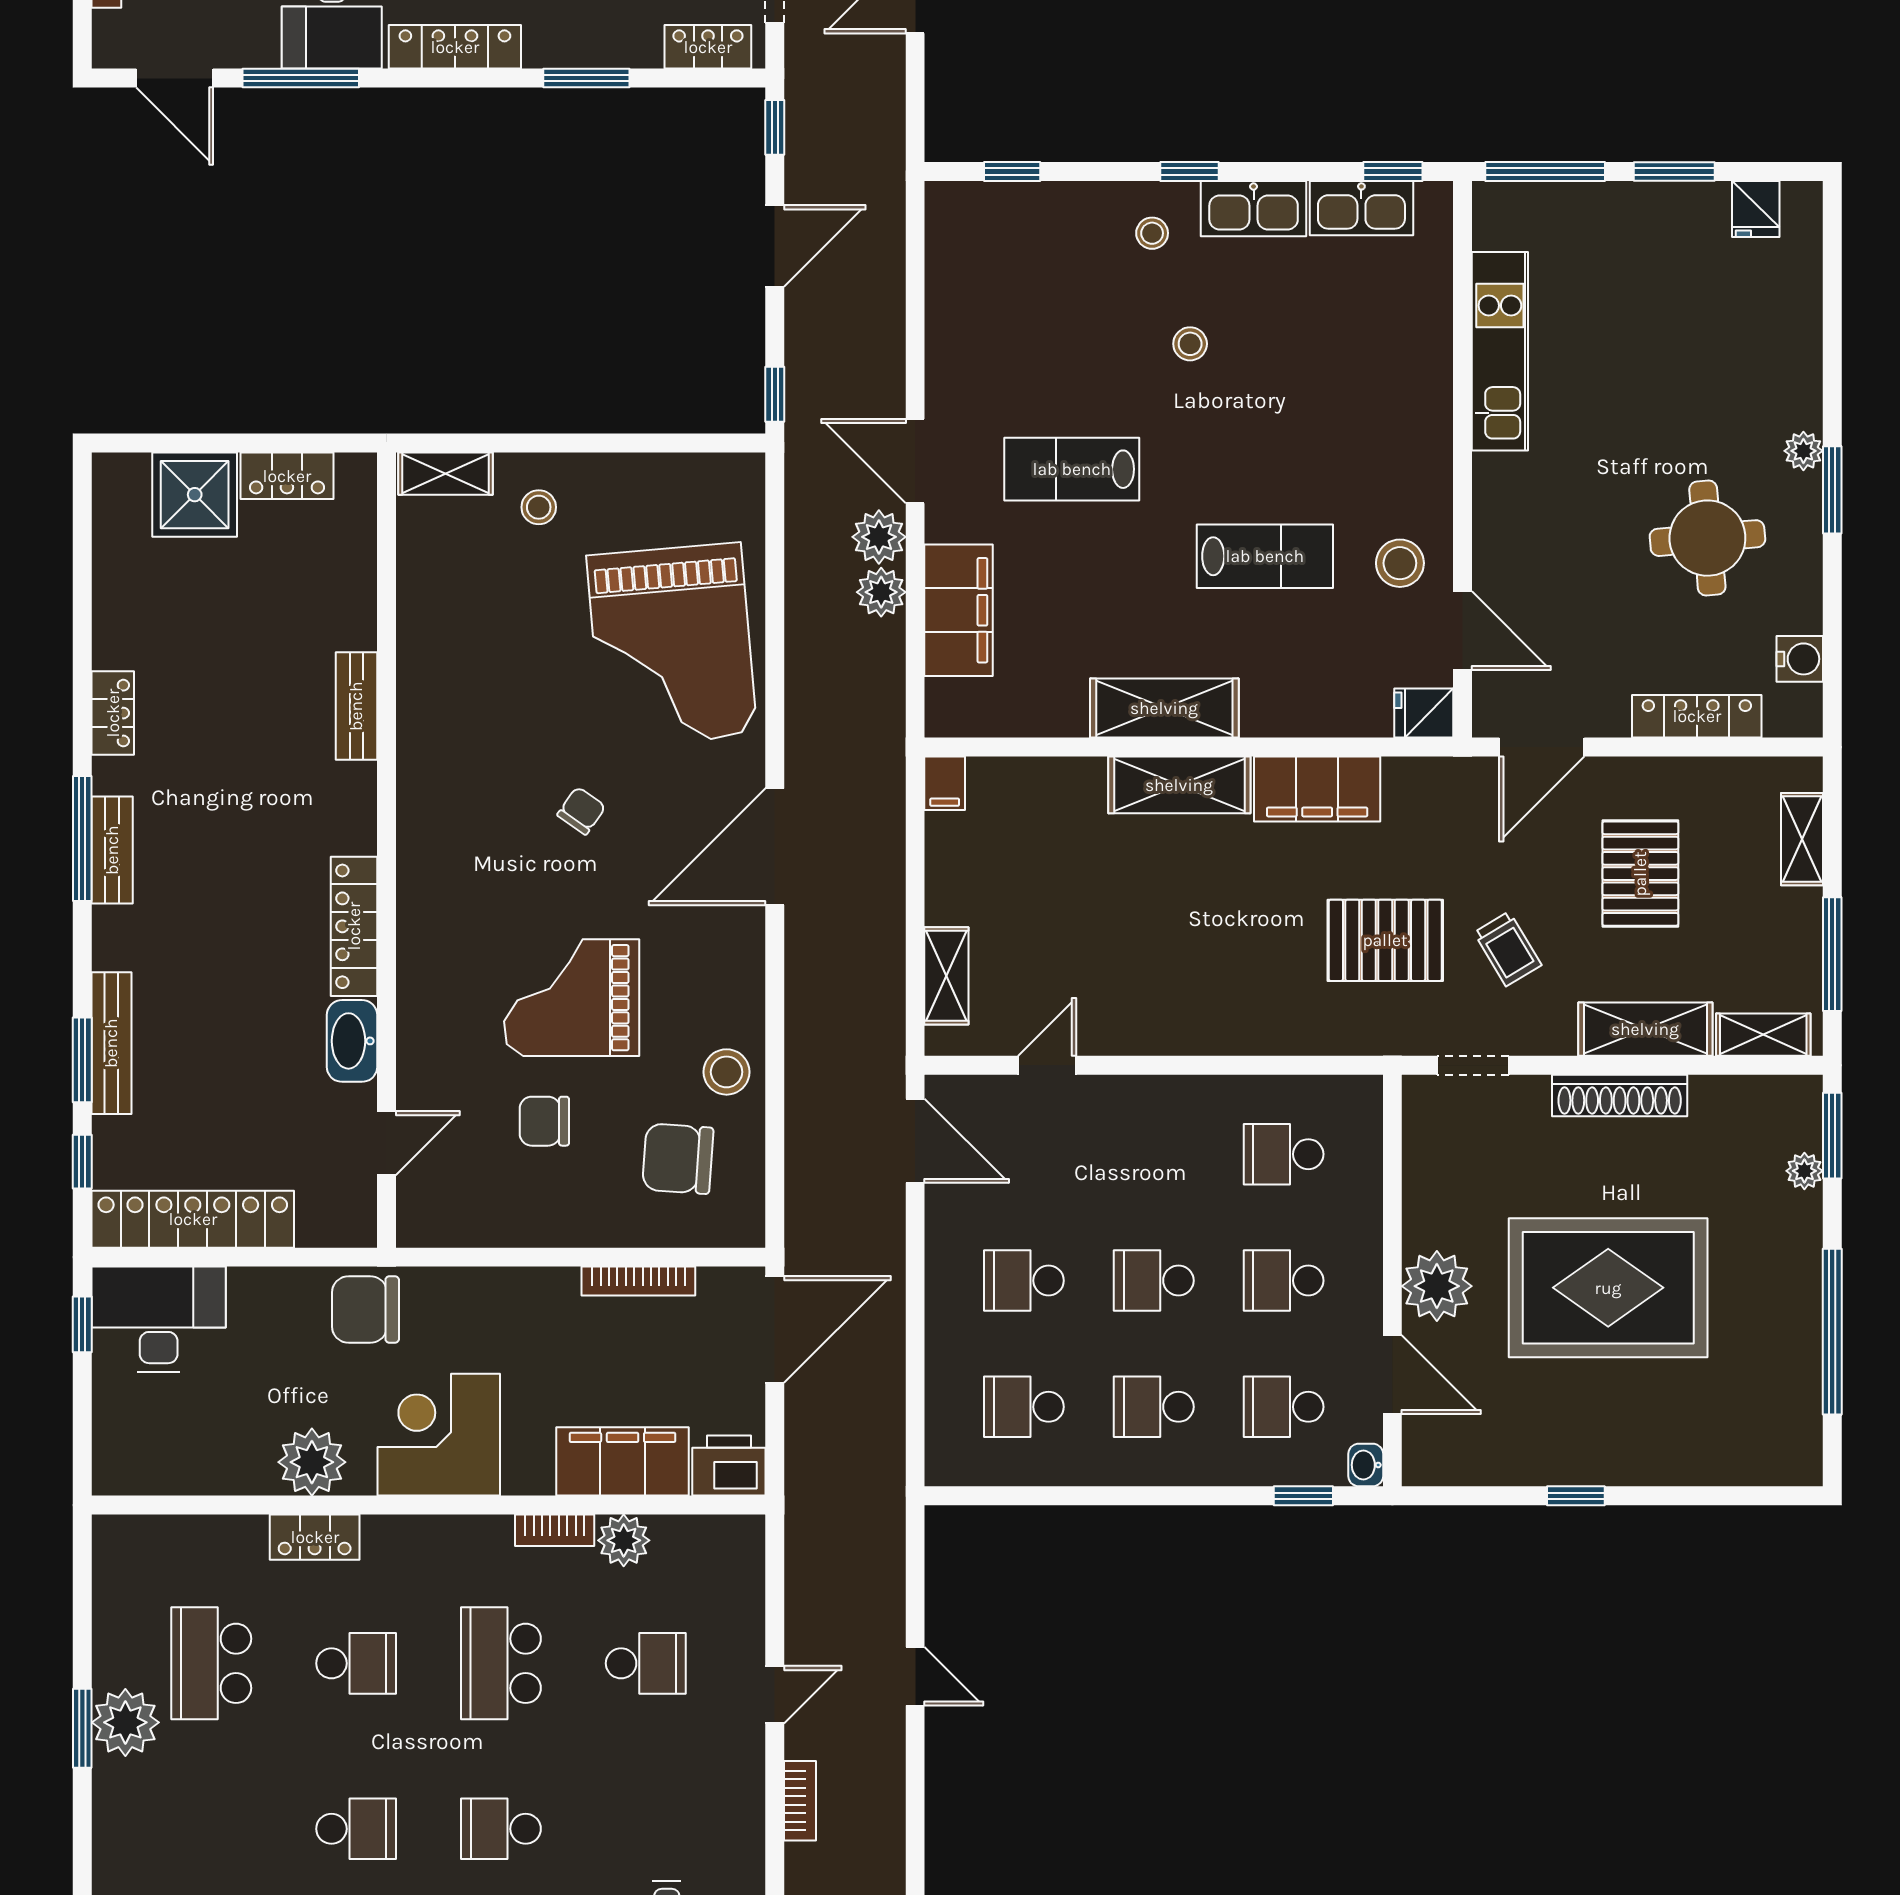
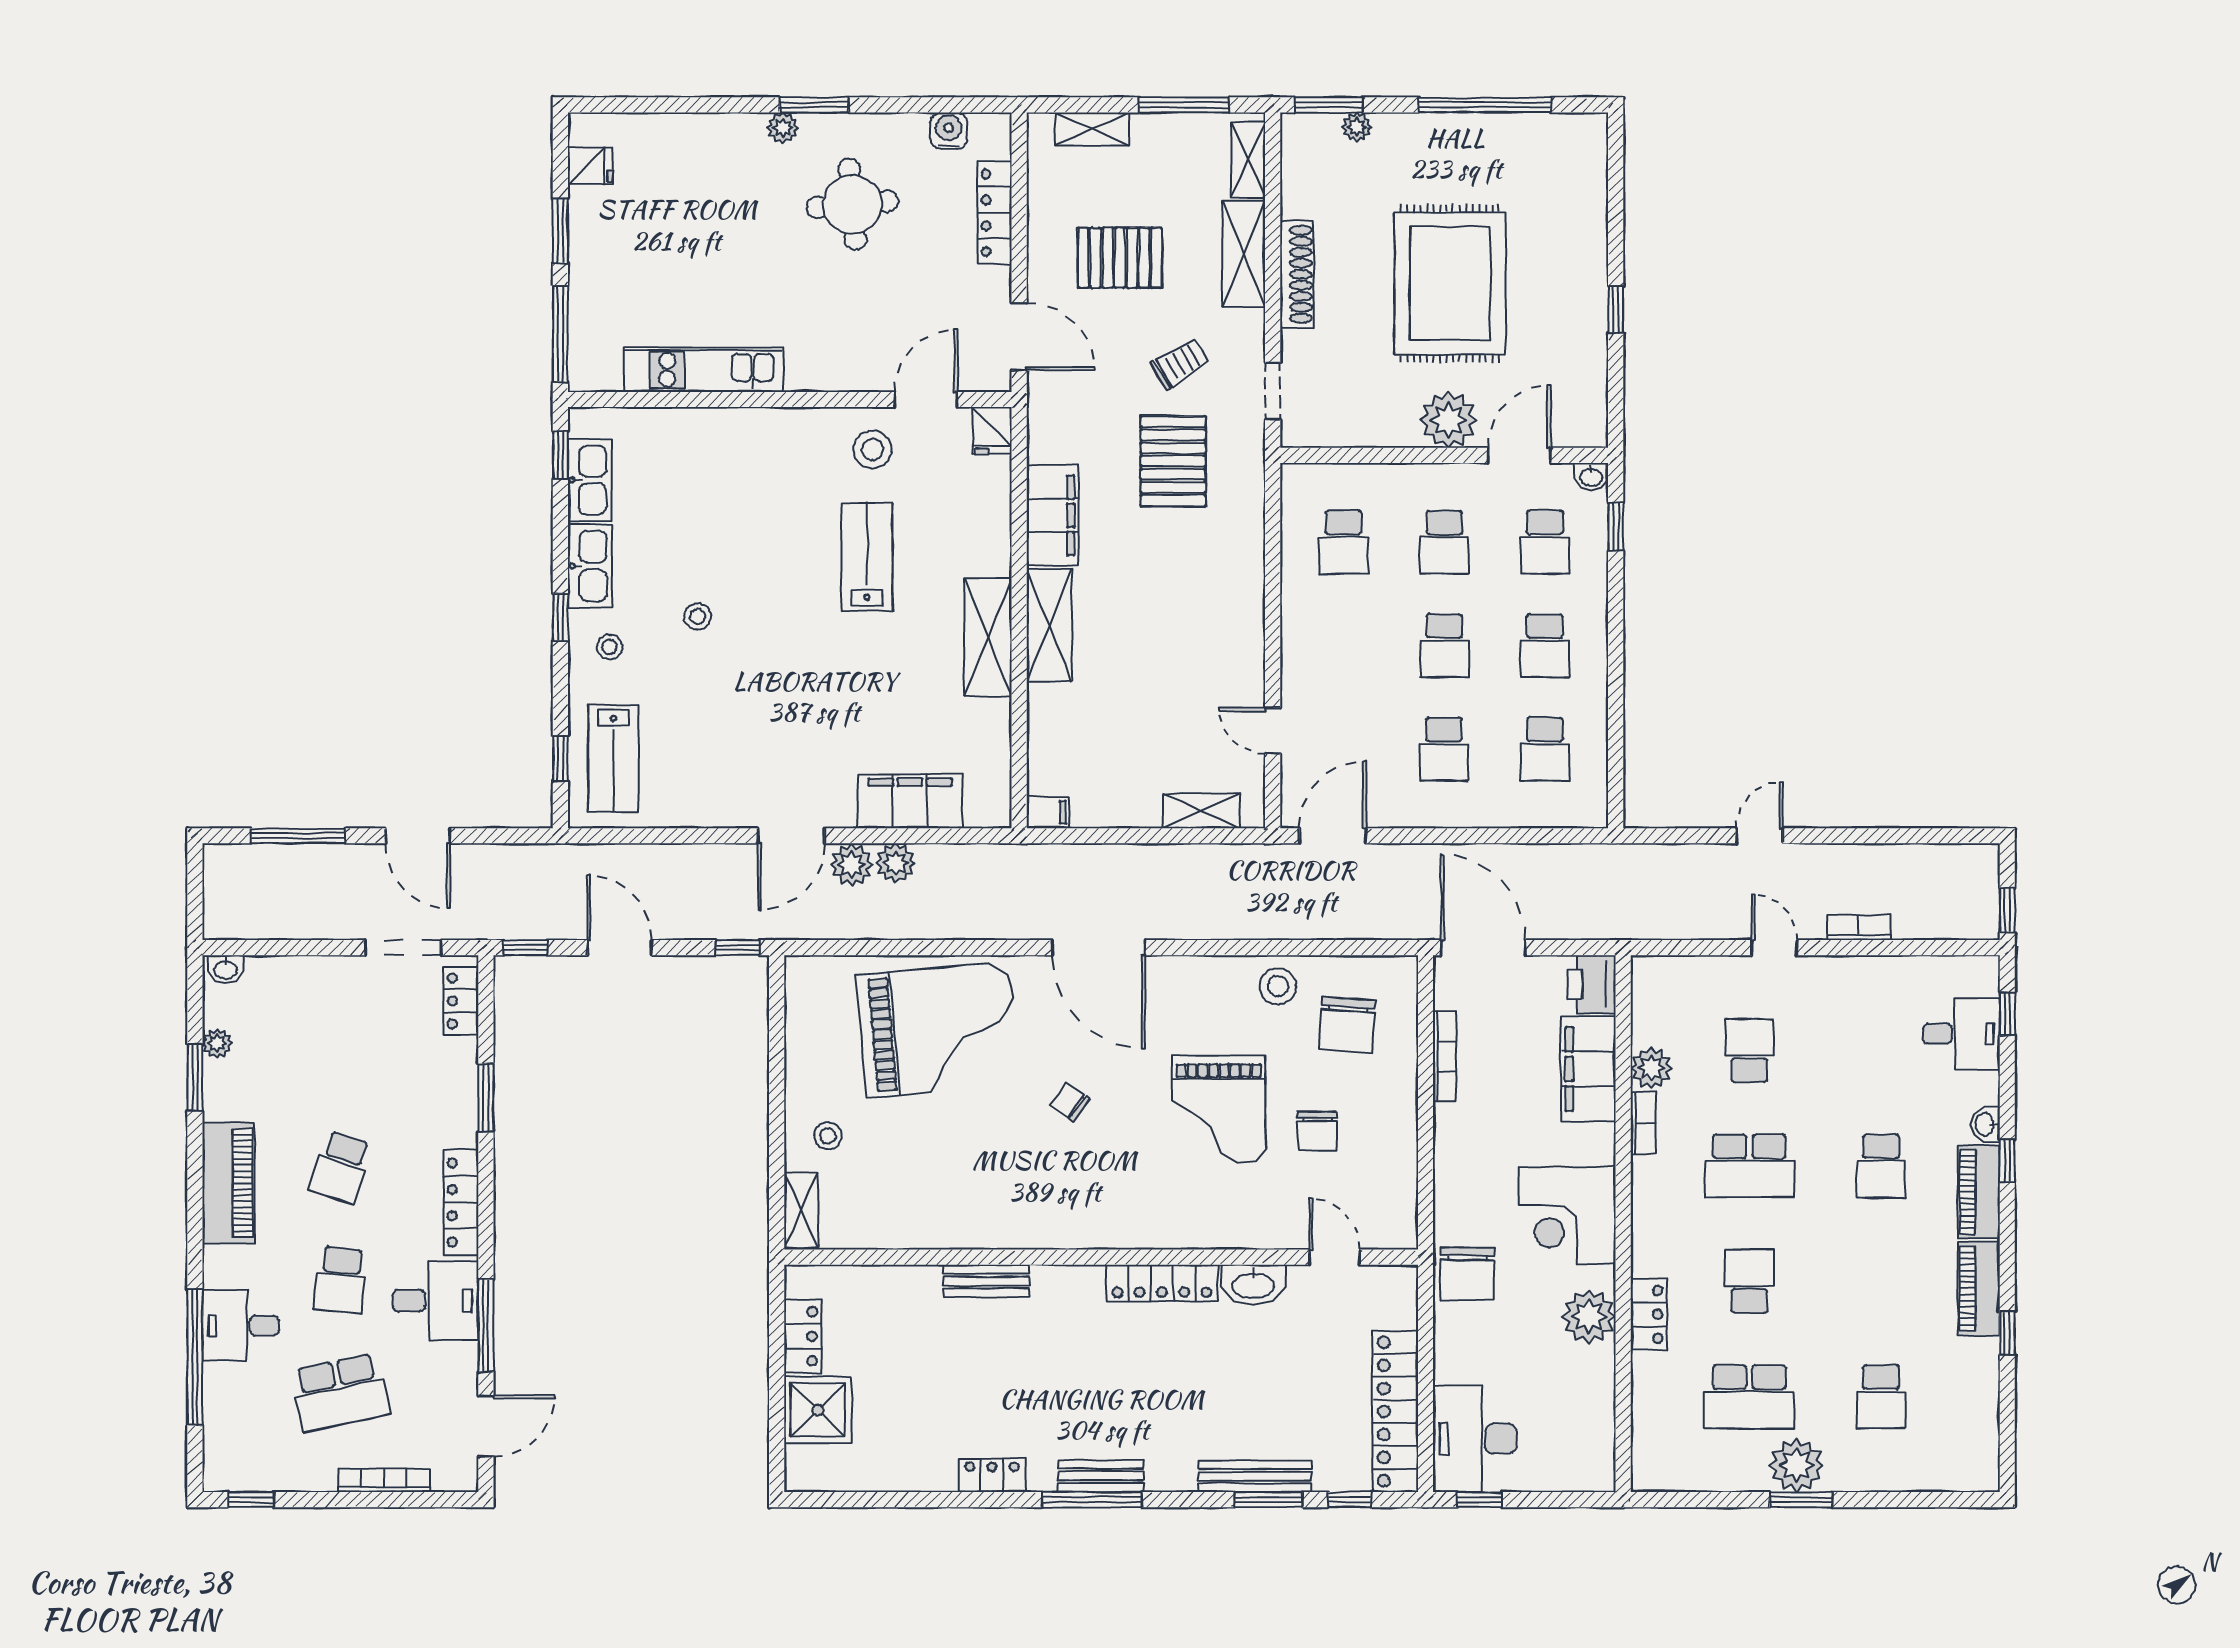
lab bench: (1072, 469) -> (613, 758), moved
school desk: (356, 1829) -> (1881, 1397), moved, turned 180

